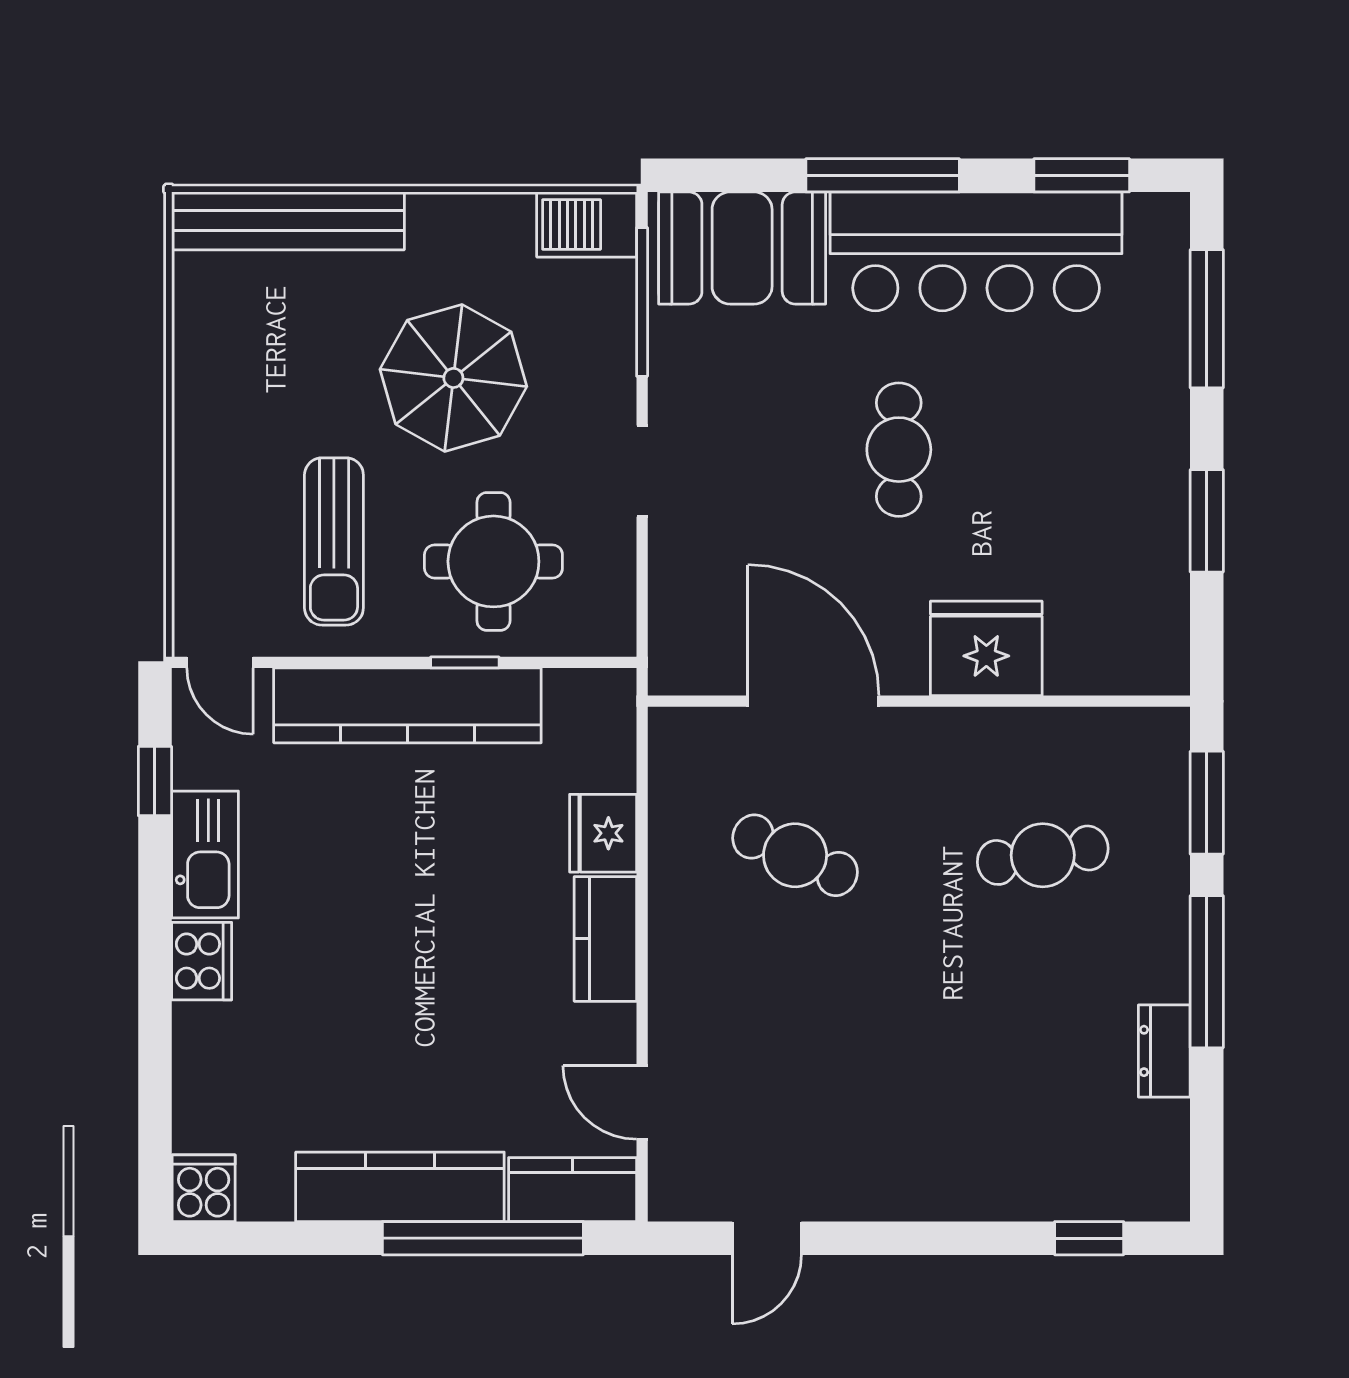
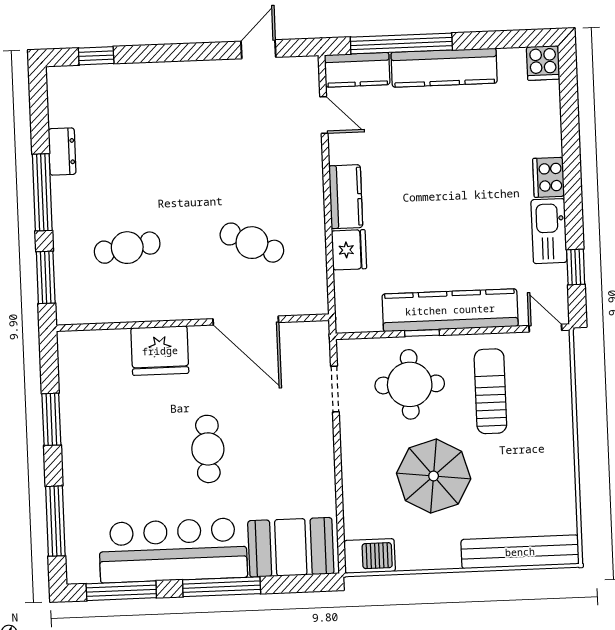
window: (1082, 175) -> (121, 591), width x1.44
window: (642, 302) -> (340, 518), removed
doorway: (642, 471) -> (335, 389), moved

